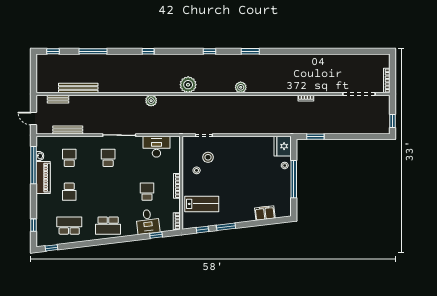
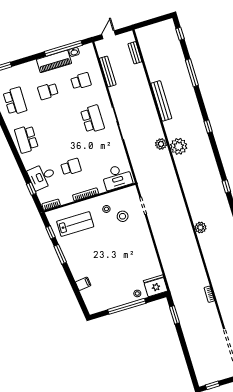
plant: (188, 85) -> (179, 146), moved
bench: (78, 88) -> (161, 101), moved
desk: (156, 147) -> (117, 177), moved, turned 90
school desk: (108, 158) -> (92, 119), width x1.85
lab bench: (202, 204) -> (75, 224), turned -90
filing cabinet: (265, 213) -> (83, 284), width x0.50

